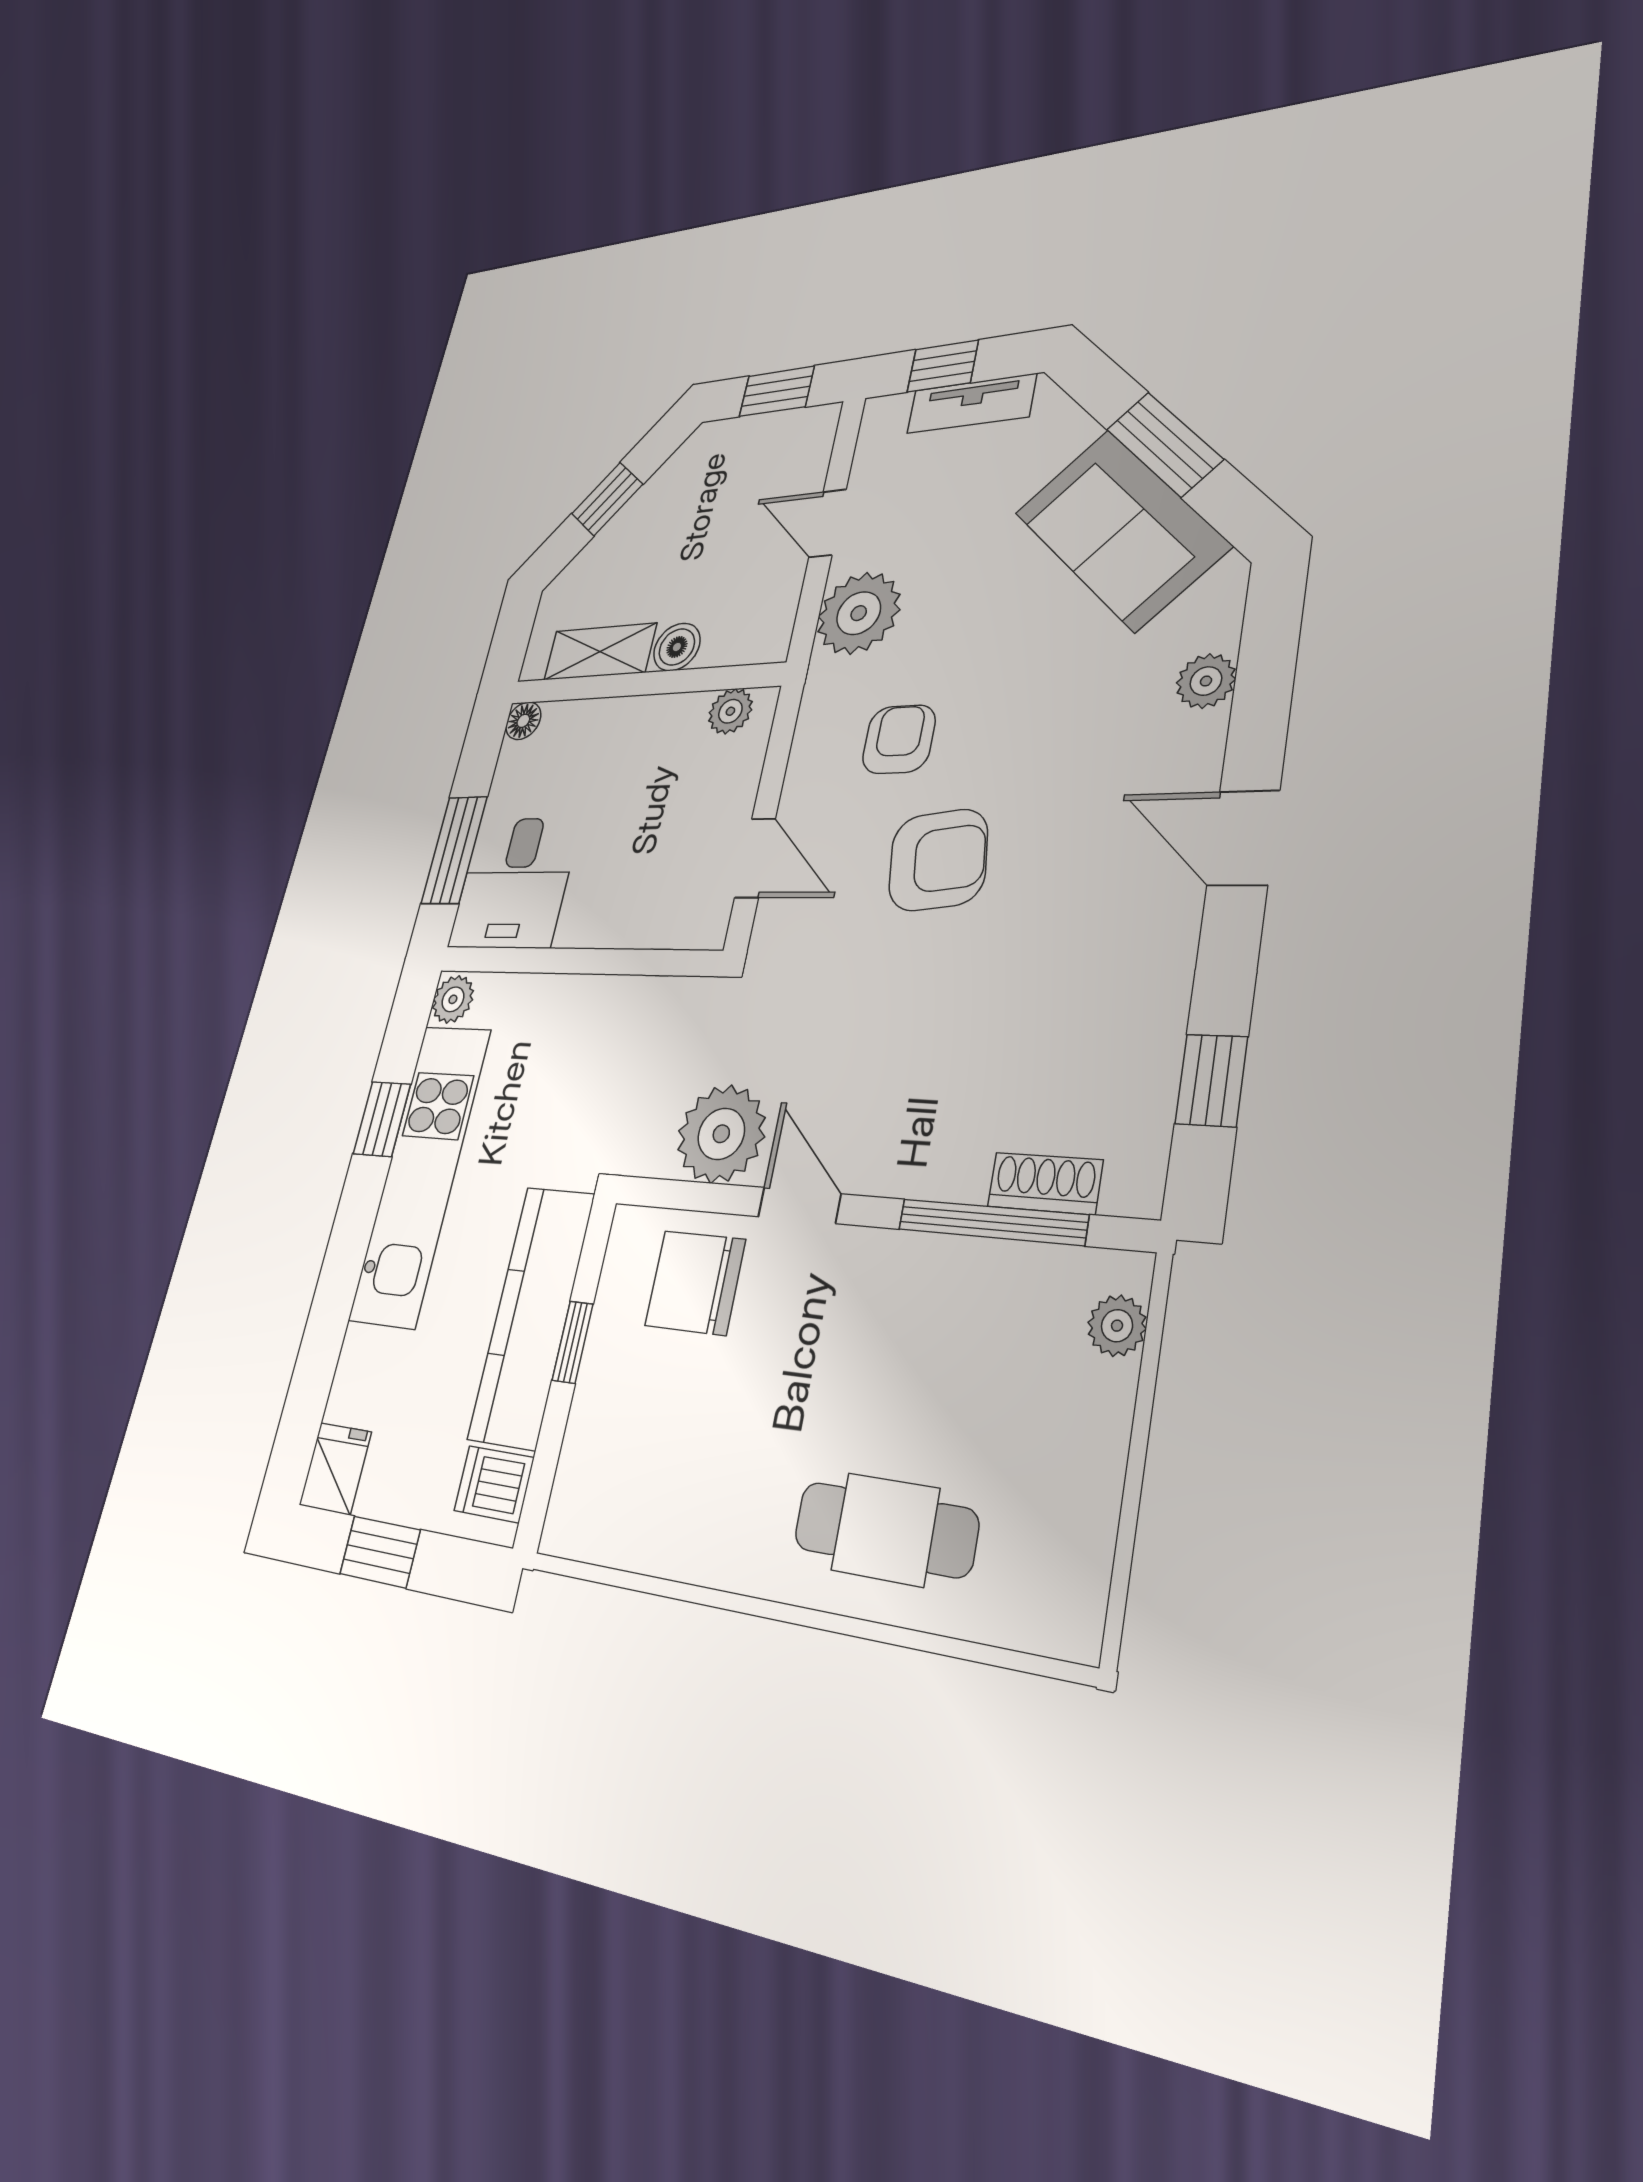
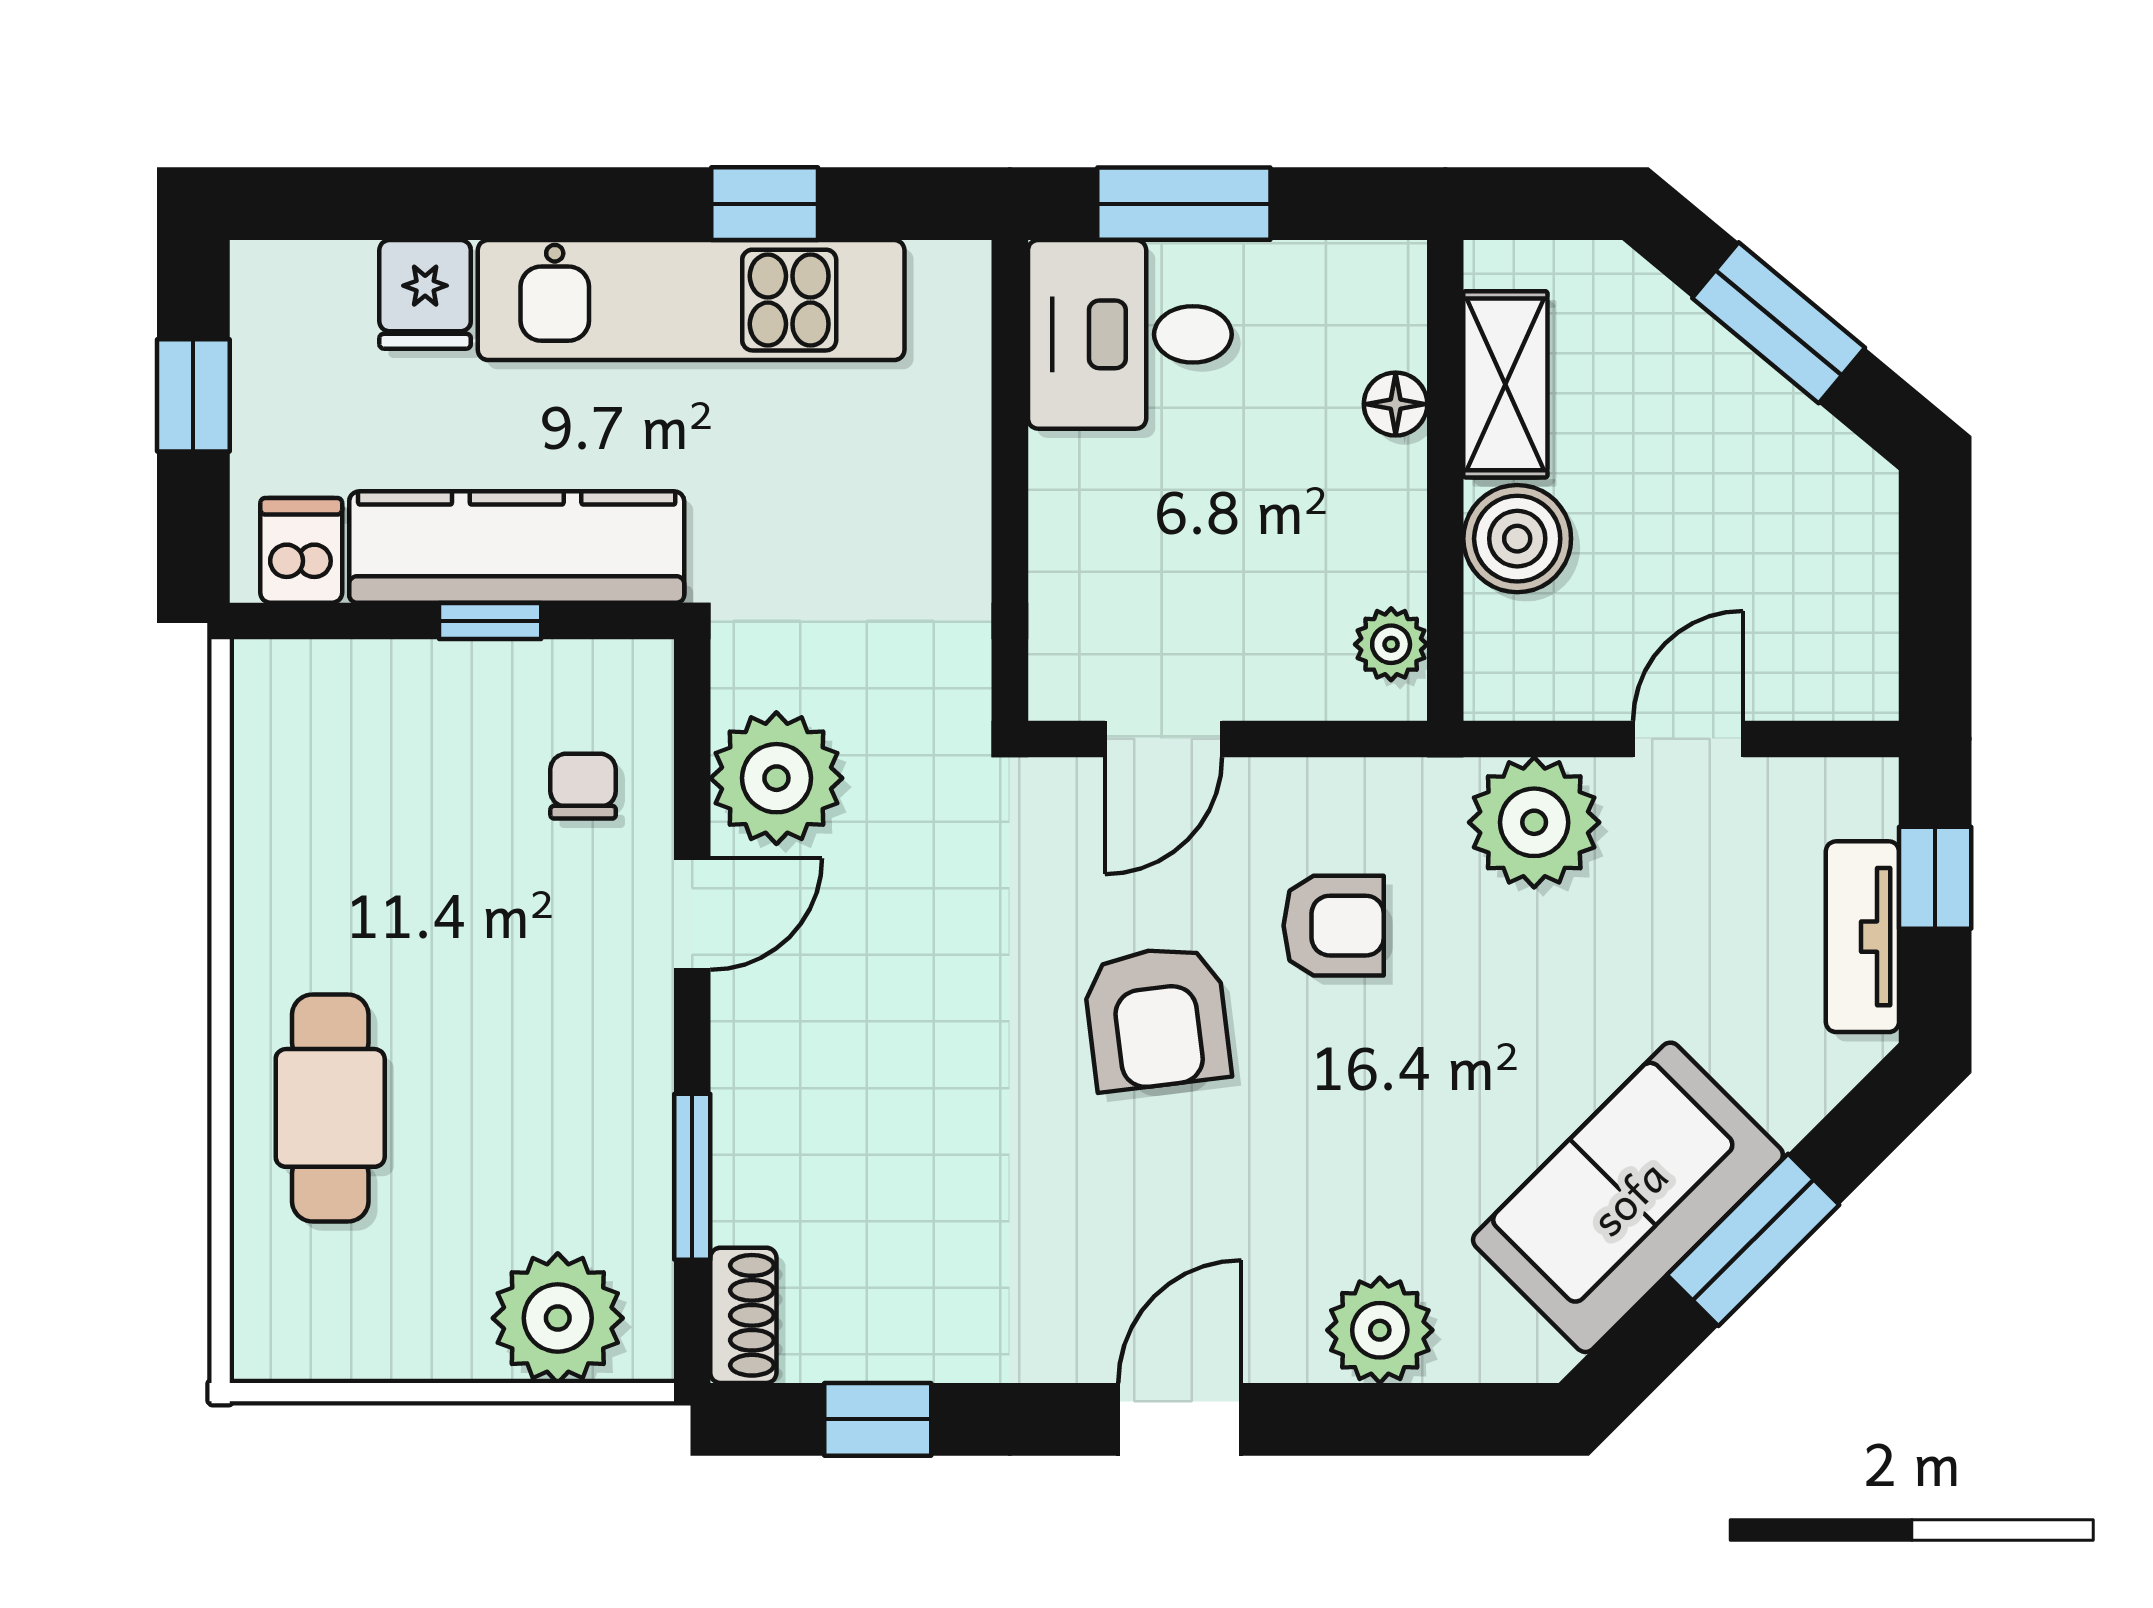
window: (777, 391) -> (1935, 597), removed
window: (607, 499) -> (1779, 323), width x1.50
boiler: (677, 647) -> (1517, 539), width x1.36, depth x1.36
plant: (1206, 681) -> (1380, 1330), width x1.38, depth x1.38
floor lamp: (523, 721) -> (1396, 404), moved
plant: (453, 999) -> (948, 277), removed
shoe rack: (1045, 1183) -> (743, 1315), moved
window: (992, 1222) -> (692, 1177), width x0.69
chair: (695, 1283) -> (583, 786), width x0.54, depth x0.54
plant: (1117, 1326) -> (558, 1318), width x1.87, depth x1.87
fridge: (335, 1468) -> (425, 294), moved, turned 90

